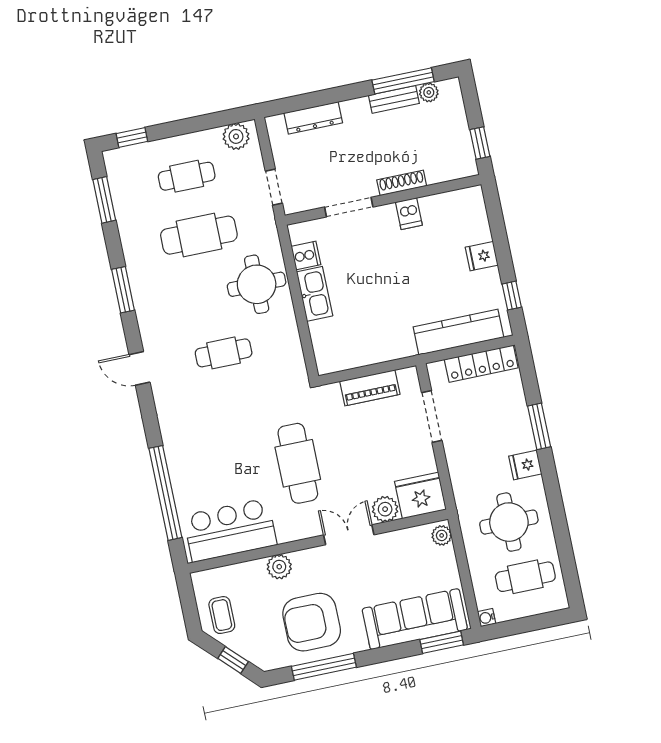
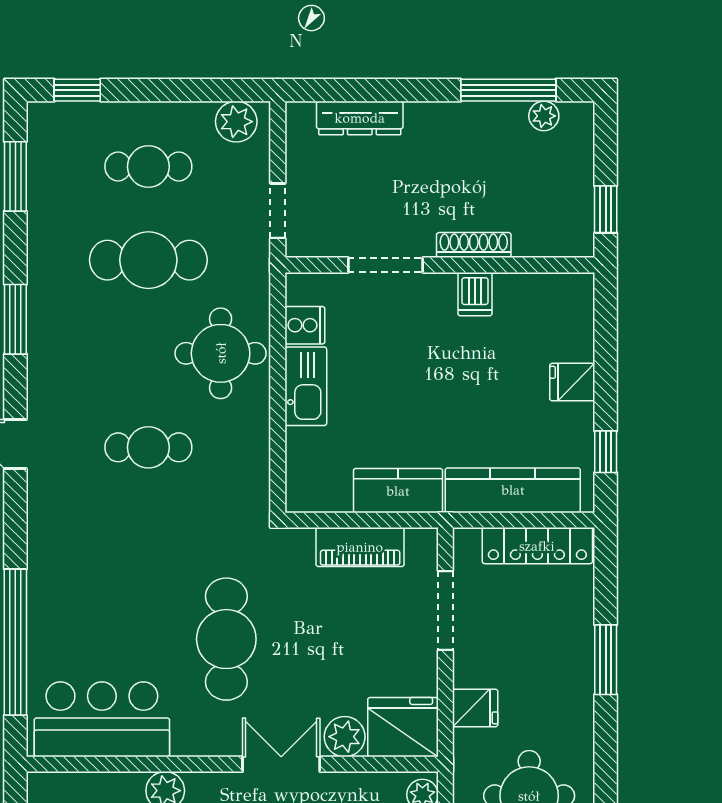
bench: (394, 99) -> (488, 115), removed
kitchen counter: (386, 347) -> (398, 491), added
fridge: (525, 465) -> (475, 708), moved, turned 180

